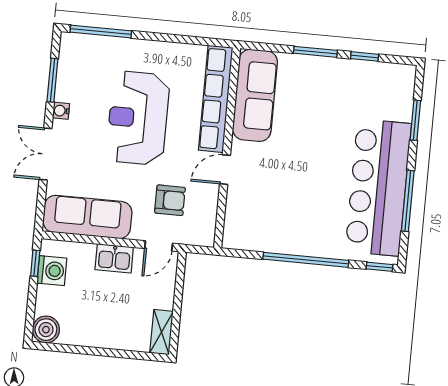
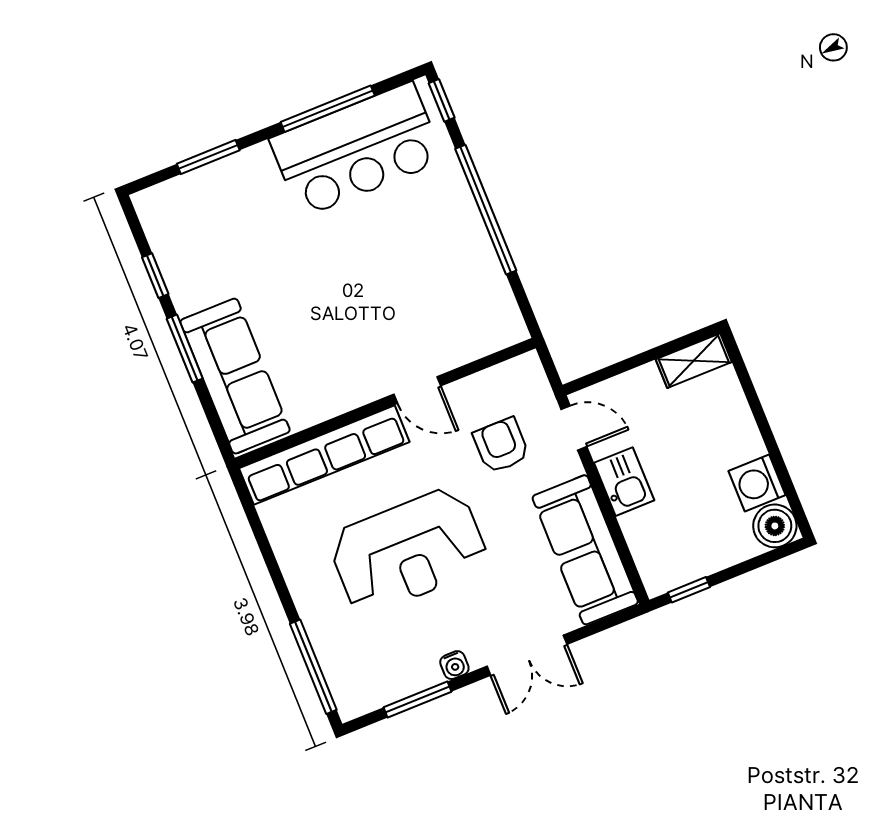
sofa: (255, 95) -> (235, 376), moved, turned 90
bar counter: (378, 187) -> (357, 150), width x0.73
washing machine: (52, 271) -> (757, 483), moved, turned -90

